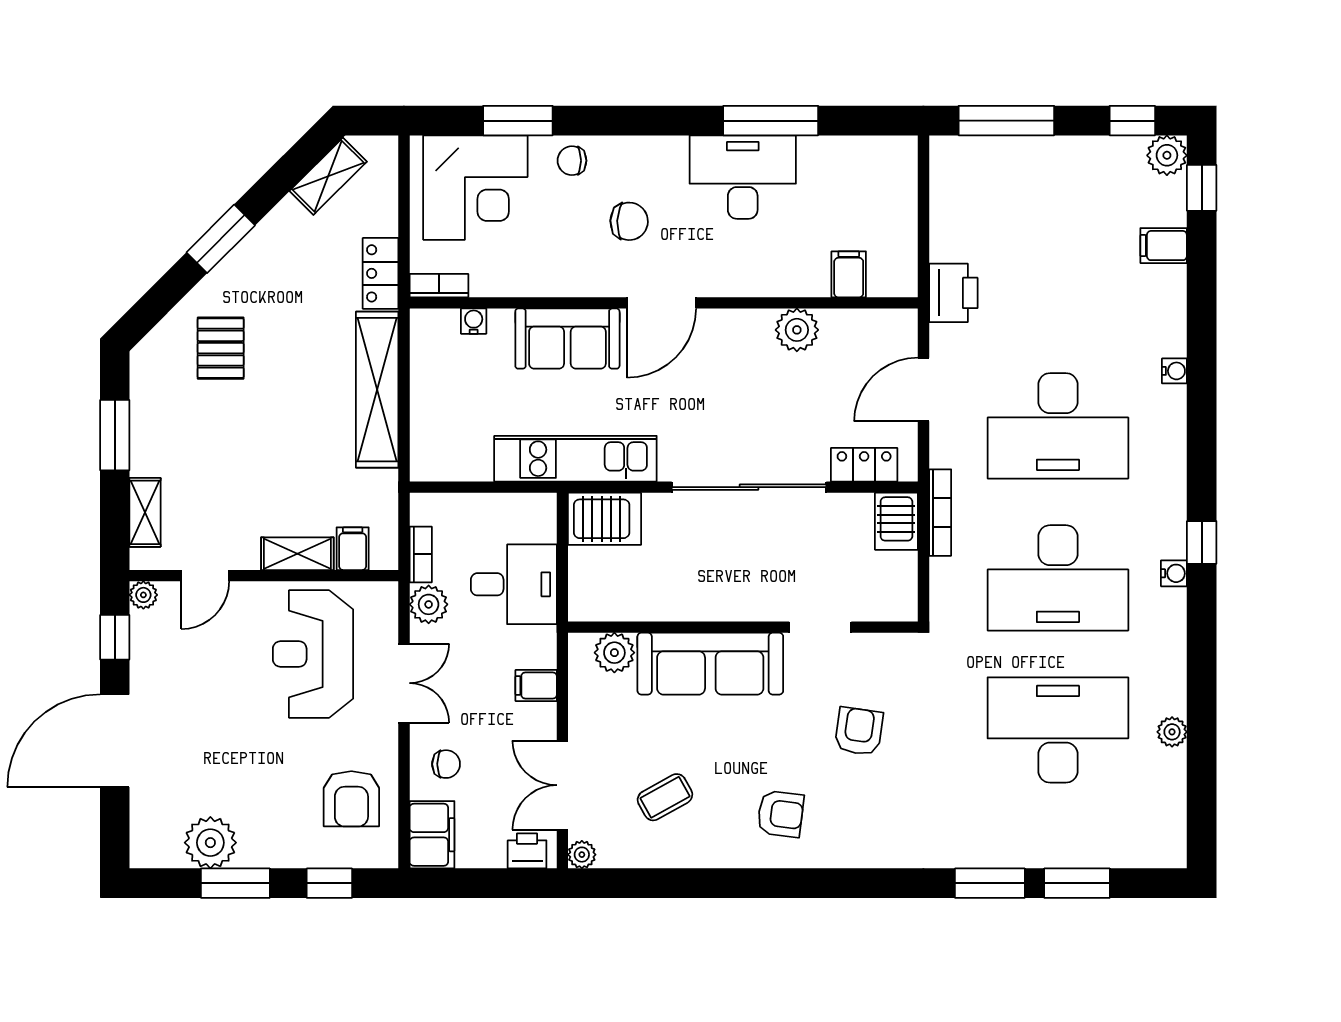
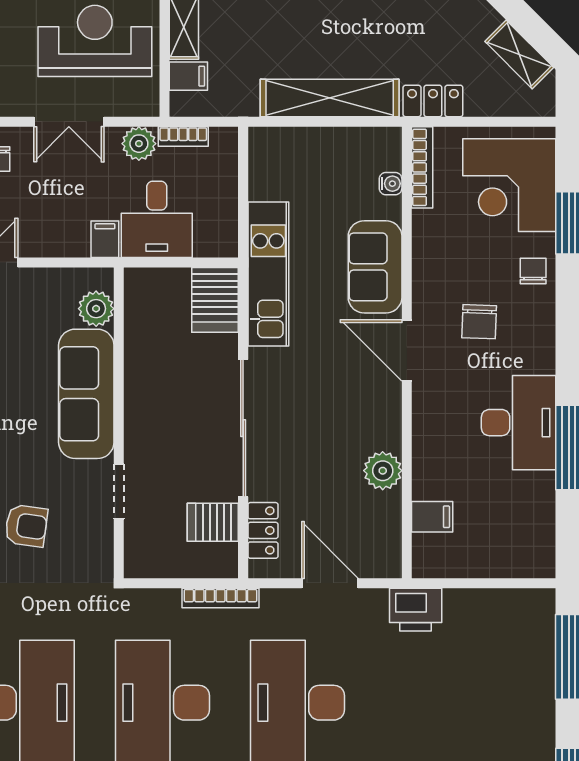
bookcase: (439, 286) -> (422, 167), width x1.56
server rack: (896, 521) -> (213, 522), moved
filing cabinet: (536, 685) -> (105, 239), moved

